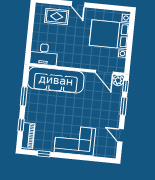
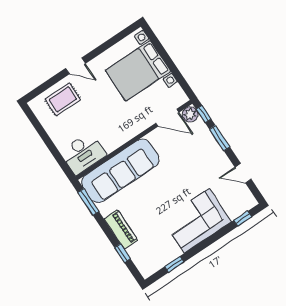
window: (24, 96) -> (88, 202), moved
piano: (28, 136) -> (121, 229), moved
window: (100, 159) -> (243, 219), added

